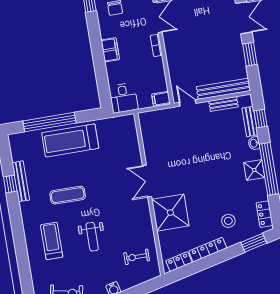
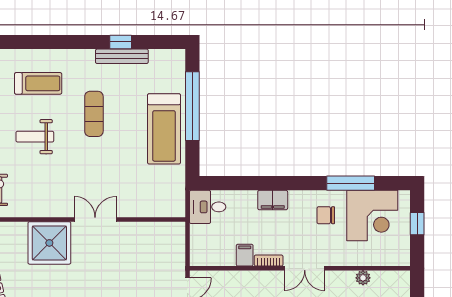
filing cabinet: (161, 99) -> (245, 255), moved
treadmill: (70, 140) -> (164, 129), turned 180

